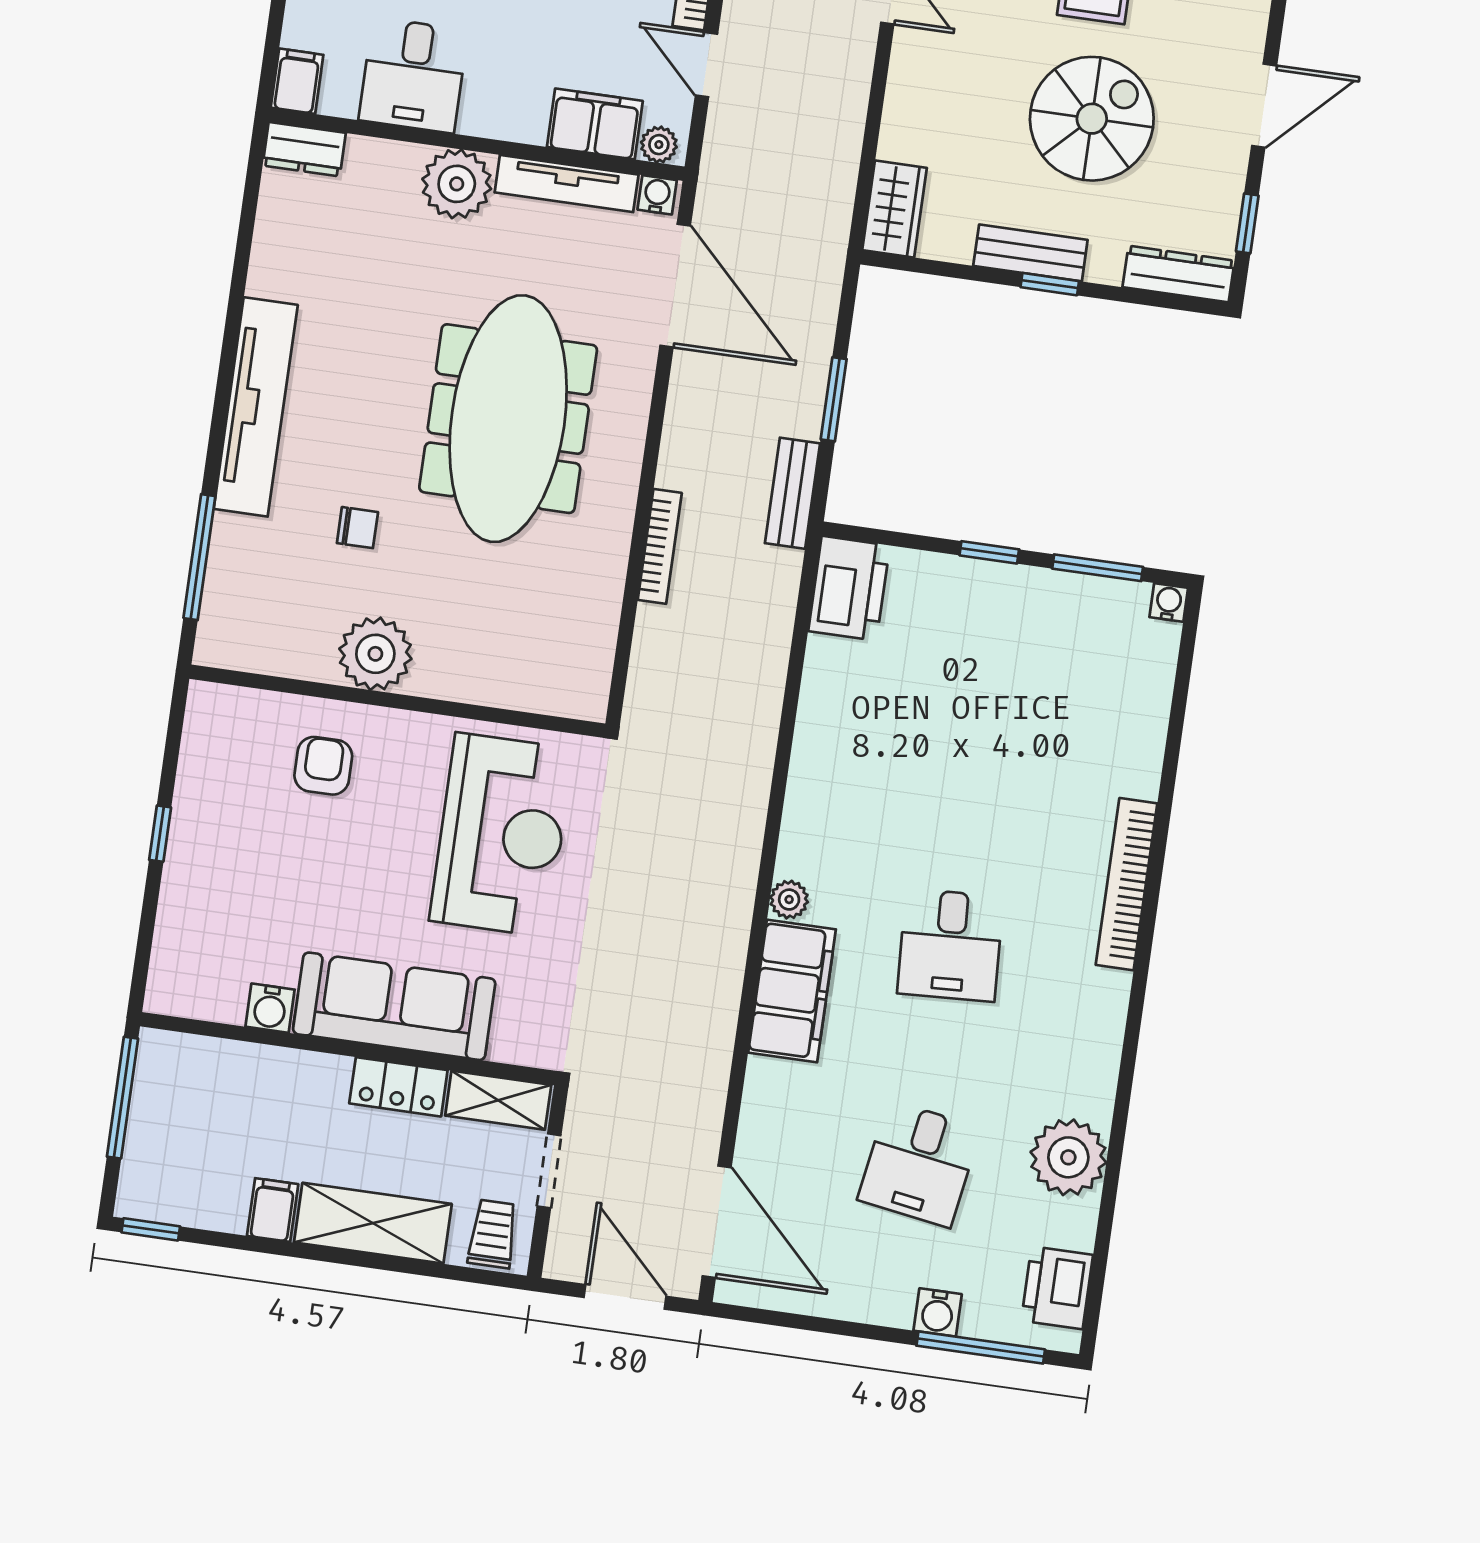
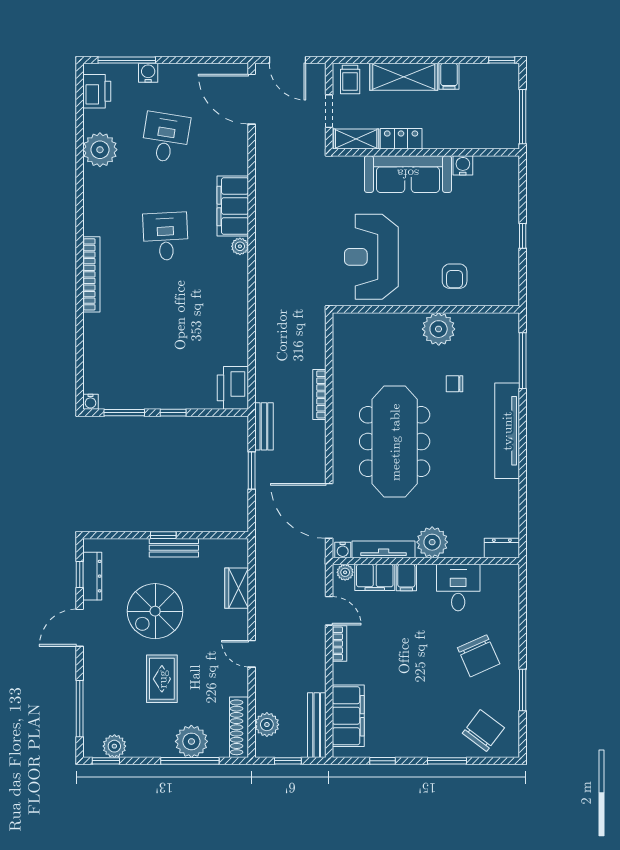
filing cabinet: (297, 81) -> (406, 578), moved
wardrobe: (895, 209) -> (237, 588), moved
dresser: (1179, 274) -> (92, 576), moved, turned -90

